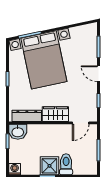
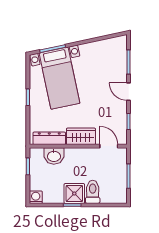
bed with nightstands: (44, 60) -> (59, 78), width x0.73
door: (81, 123) -> (109, 146), swing flipped
washbasin: (18, 132) -> (54, 156), moved

